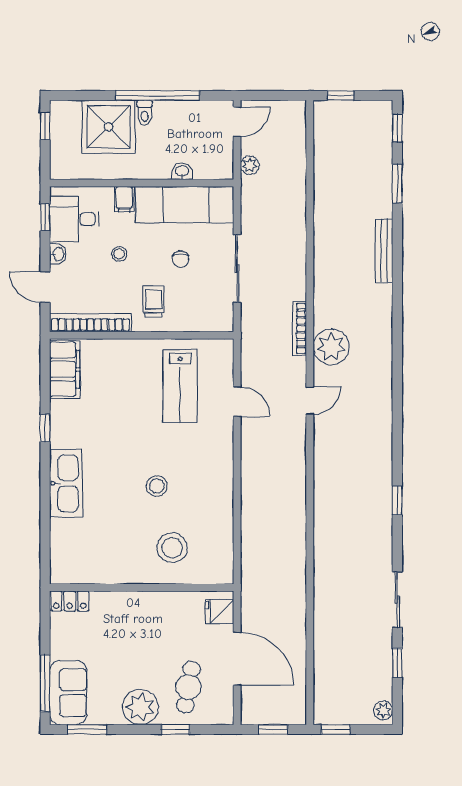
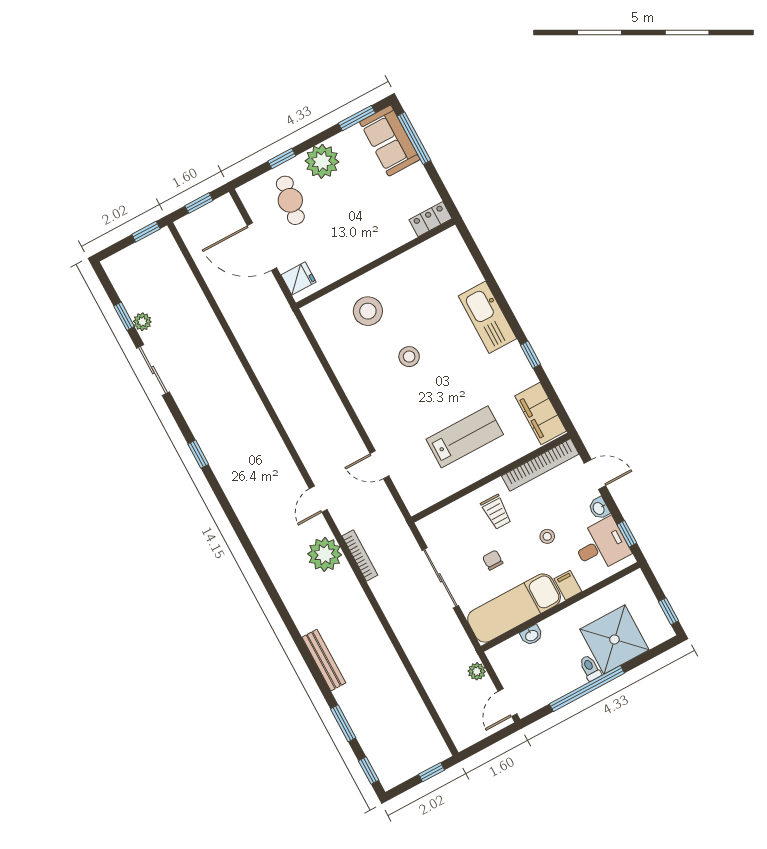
lab bench: (180, 386) -> (465, 437), moved, turned 90
plant: (383, 710) -> (142, 322), moved

